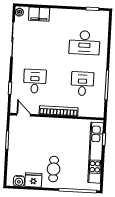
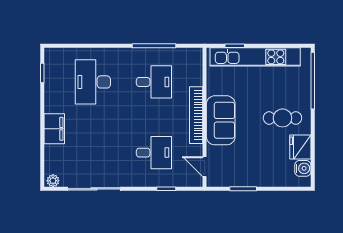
filing cabinet: (39, 14) -> (54, 129), moved
desk: (85, 43) -> (93, 82), turned 180
desk: (35, 81) -> (154, 153), turned 180
desk: (82, 84) -> (154, 82), turned 180
door: (24, 115) -> (205, 167), hinge flipped
sofa: (54, 127) -> (221, 120), added

